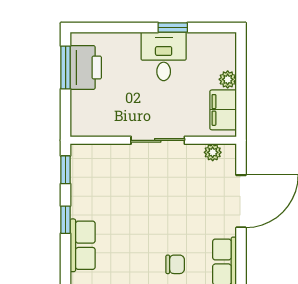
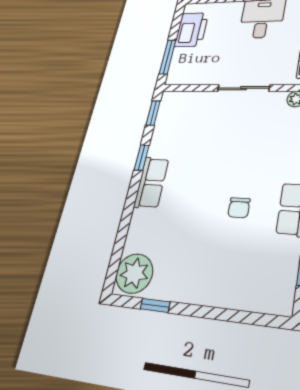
window: (66, 67) -> (168, 57), moved
chair: (175, 264) -> (239, 208), turned 90

